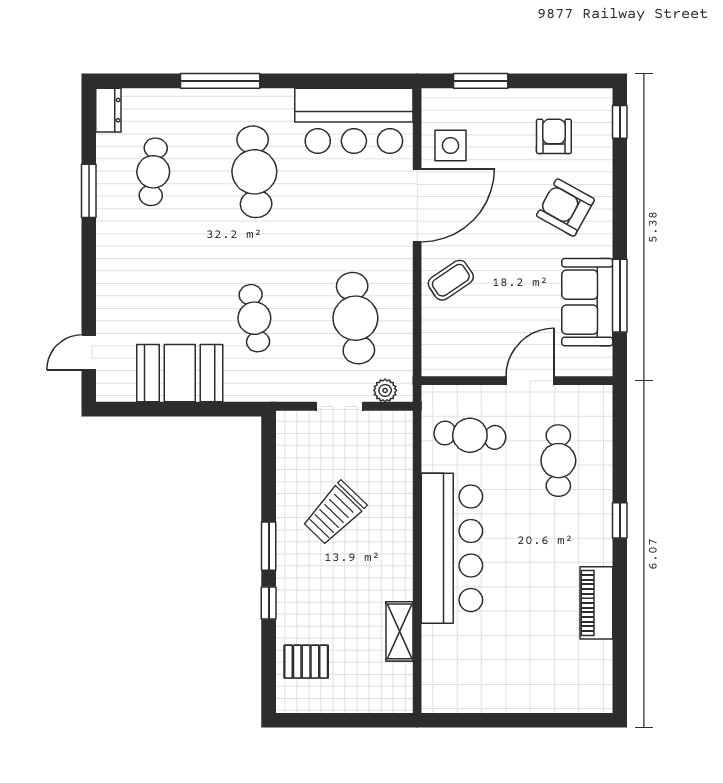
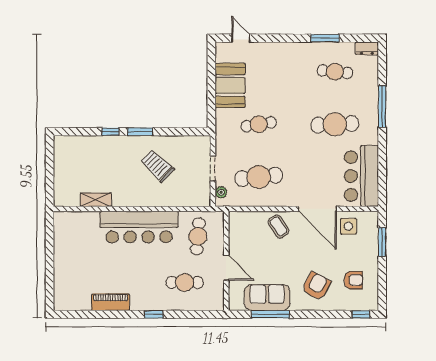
pallet: (306, 662) -> (80, 151), removed

